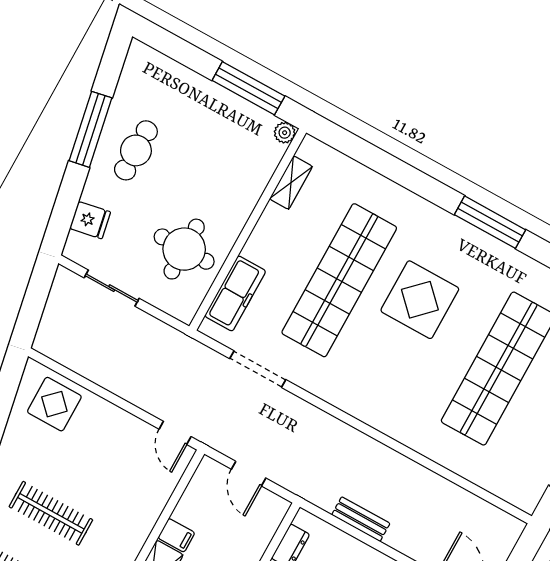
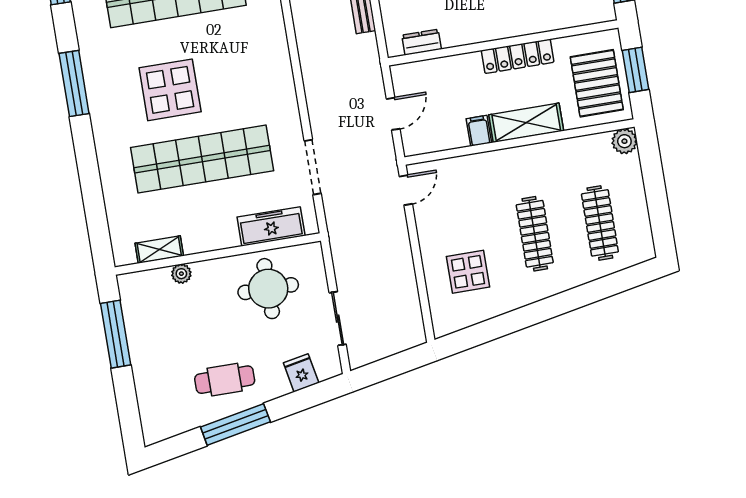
plant: (285, 133) -> (181, 274), moved
display table: (54, 404) -> (468, 272), moved

